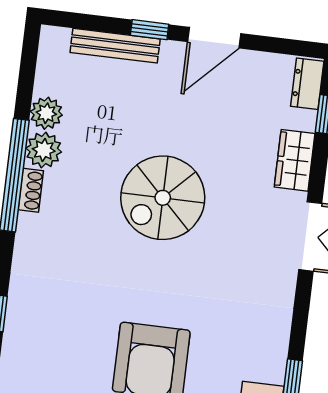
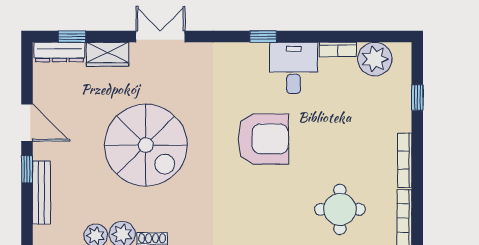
dresser: (307, 84) -> (59, 52), width x1.44
spiral stairs: (163, 198) -> (146, 145), width x1.37, depth x1.37

